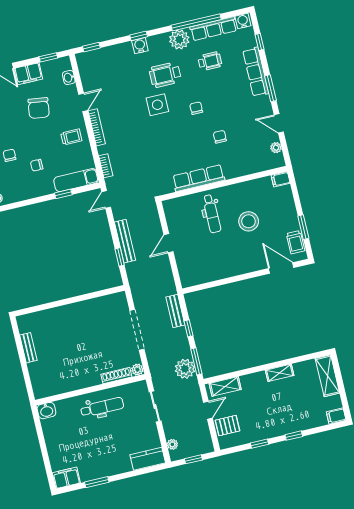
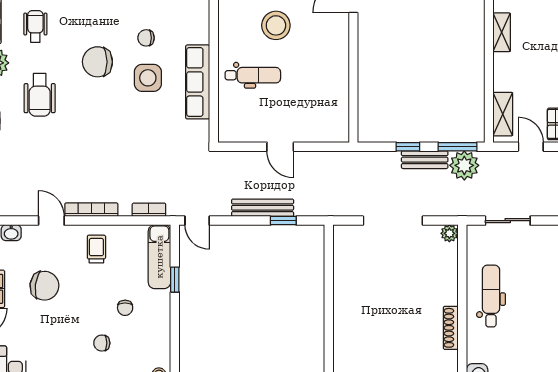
side table: (157, 105) -> (148, 78), moved
chair: (196, 108) -> (97, 62), width x1.87, depth x1.87
bench: (175, 311) -> (425, 160), moved
shoe rack: (116, 376) -> (451, 328), moved

